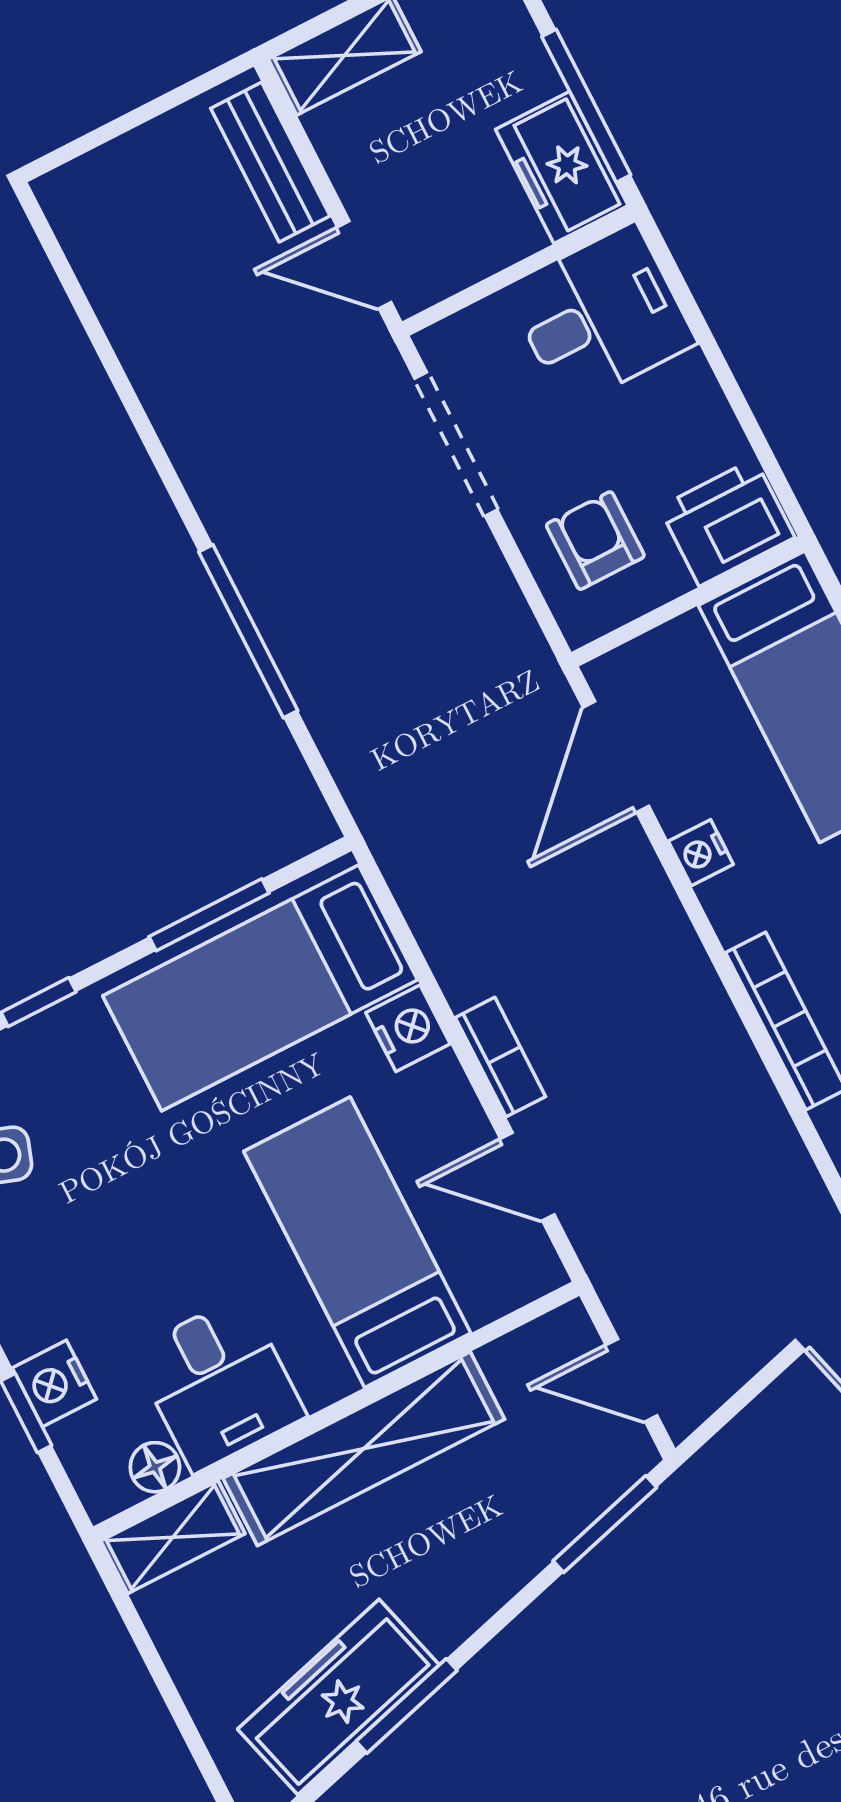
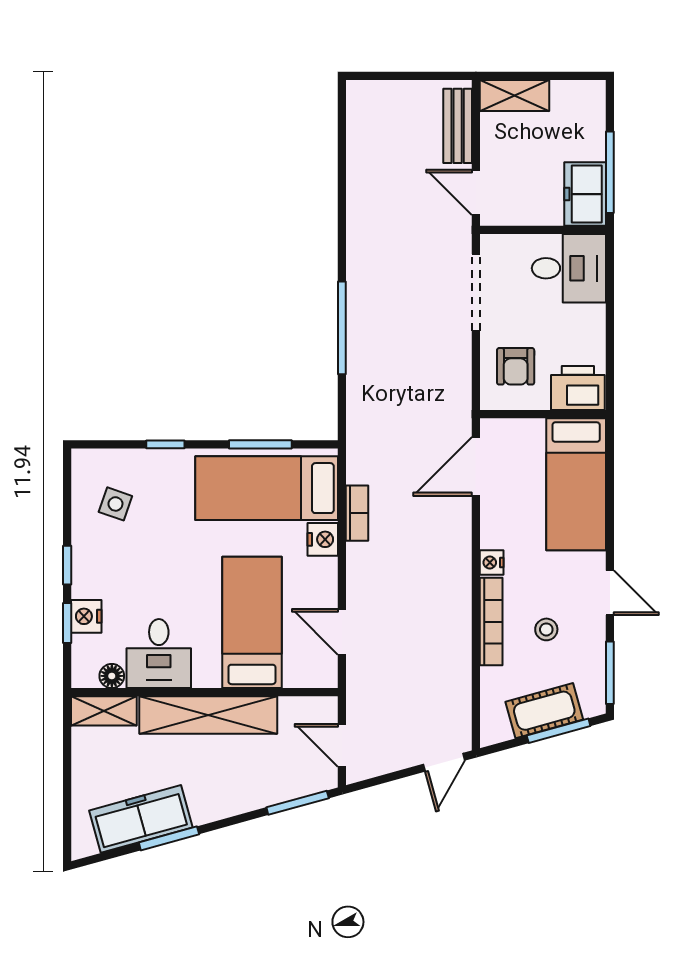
armchair: (595, 541) -> (516, 366), turned 180
nightstand: (701, 853) -> (492, 562), moved
bookcase: (500, 1057) -> (357, 513), moved

